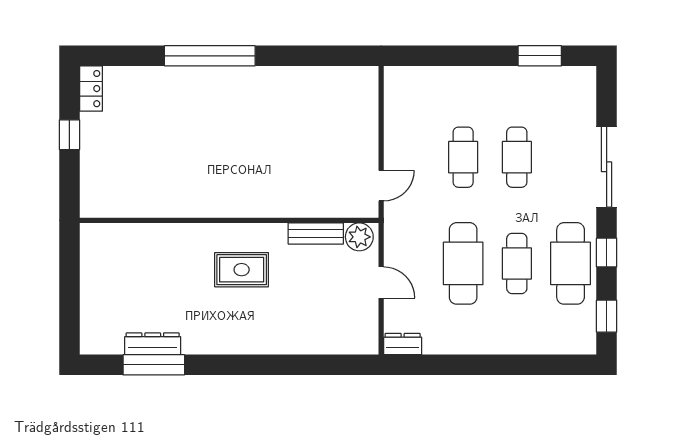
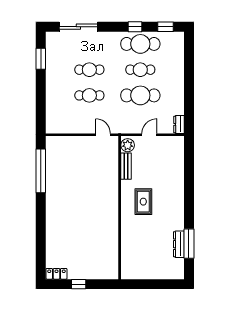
window: (210, 56) -> (41, 171), moved
sliding door: (607, 167) -> (78, 27), moved

